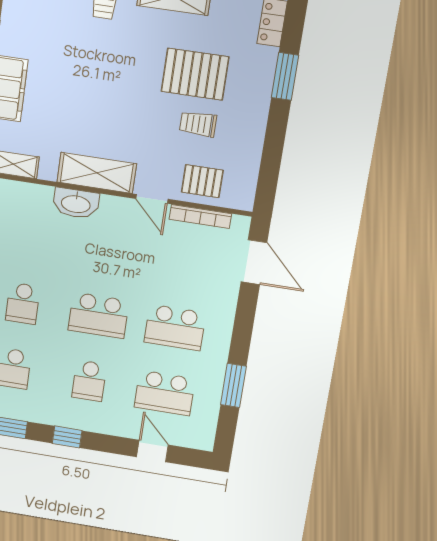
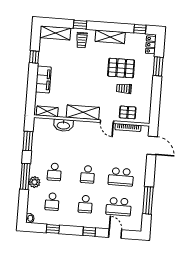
washbasin: (76, 203) -> (63, 125), moved
school desk: (99, 315) -> (88, 174), width x0.54
window: (233, 385) -> (148, 200), width x1.44
window: (67, 437) -> (89, 232), moved

